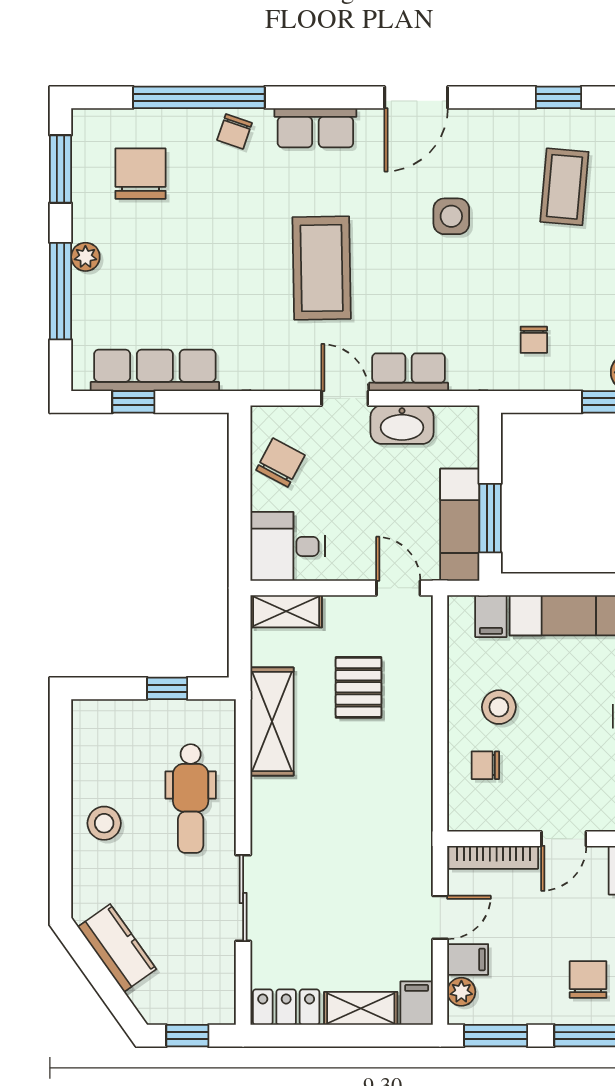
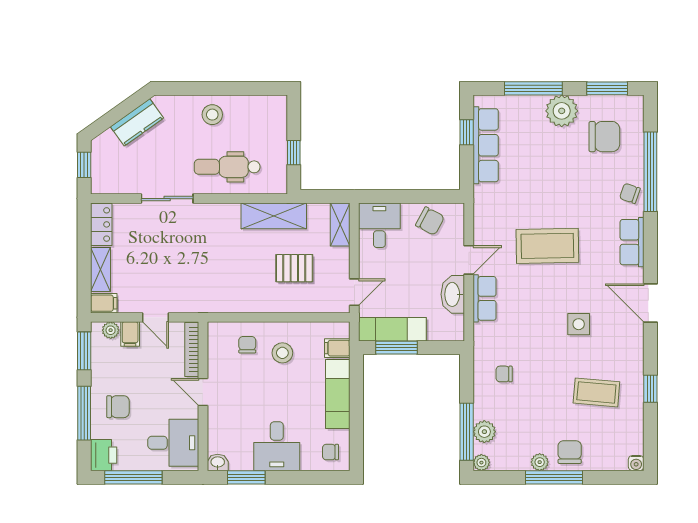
plant: (85, 257) -> (562, 111), width x1.87, depth x1.87

